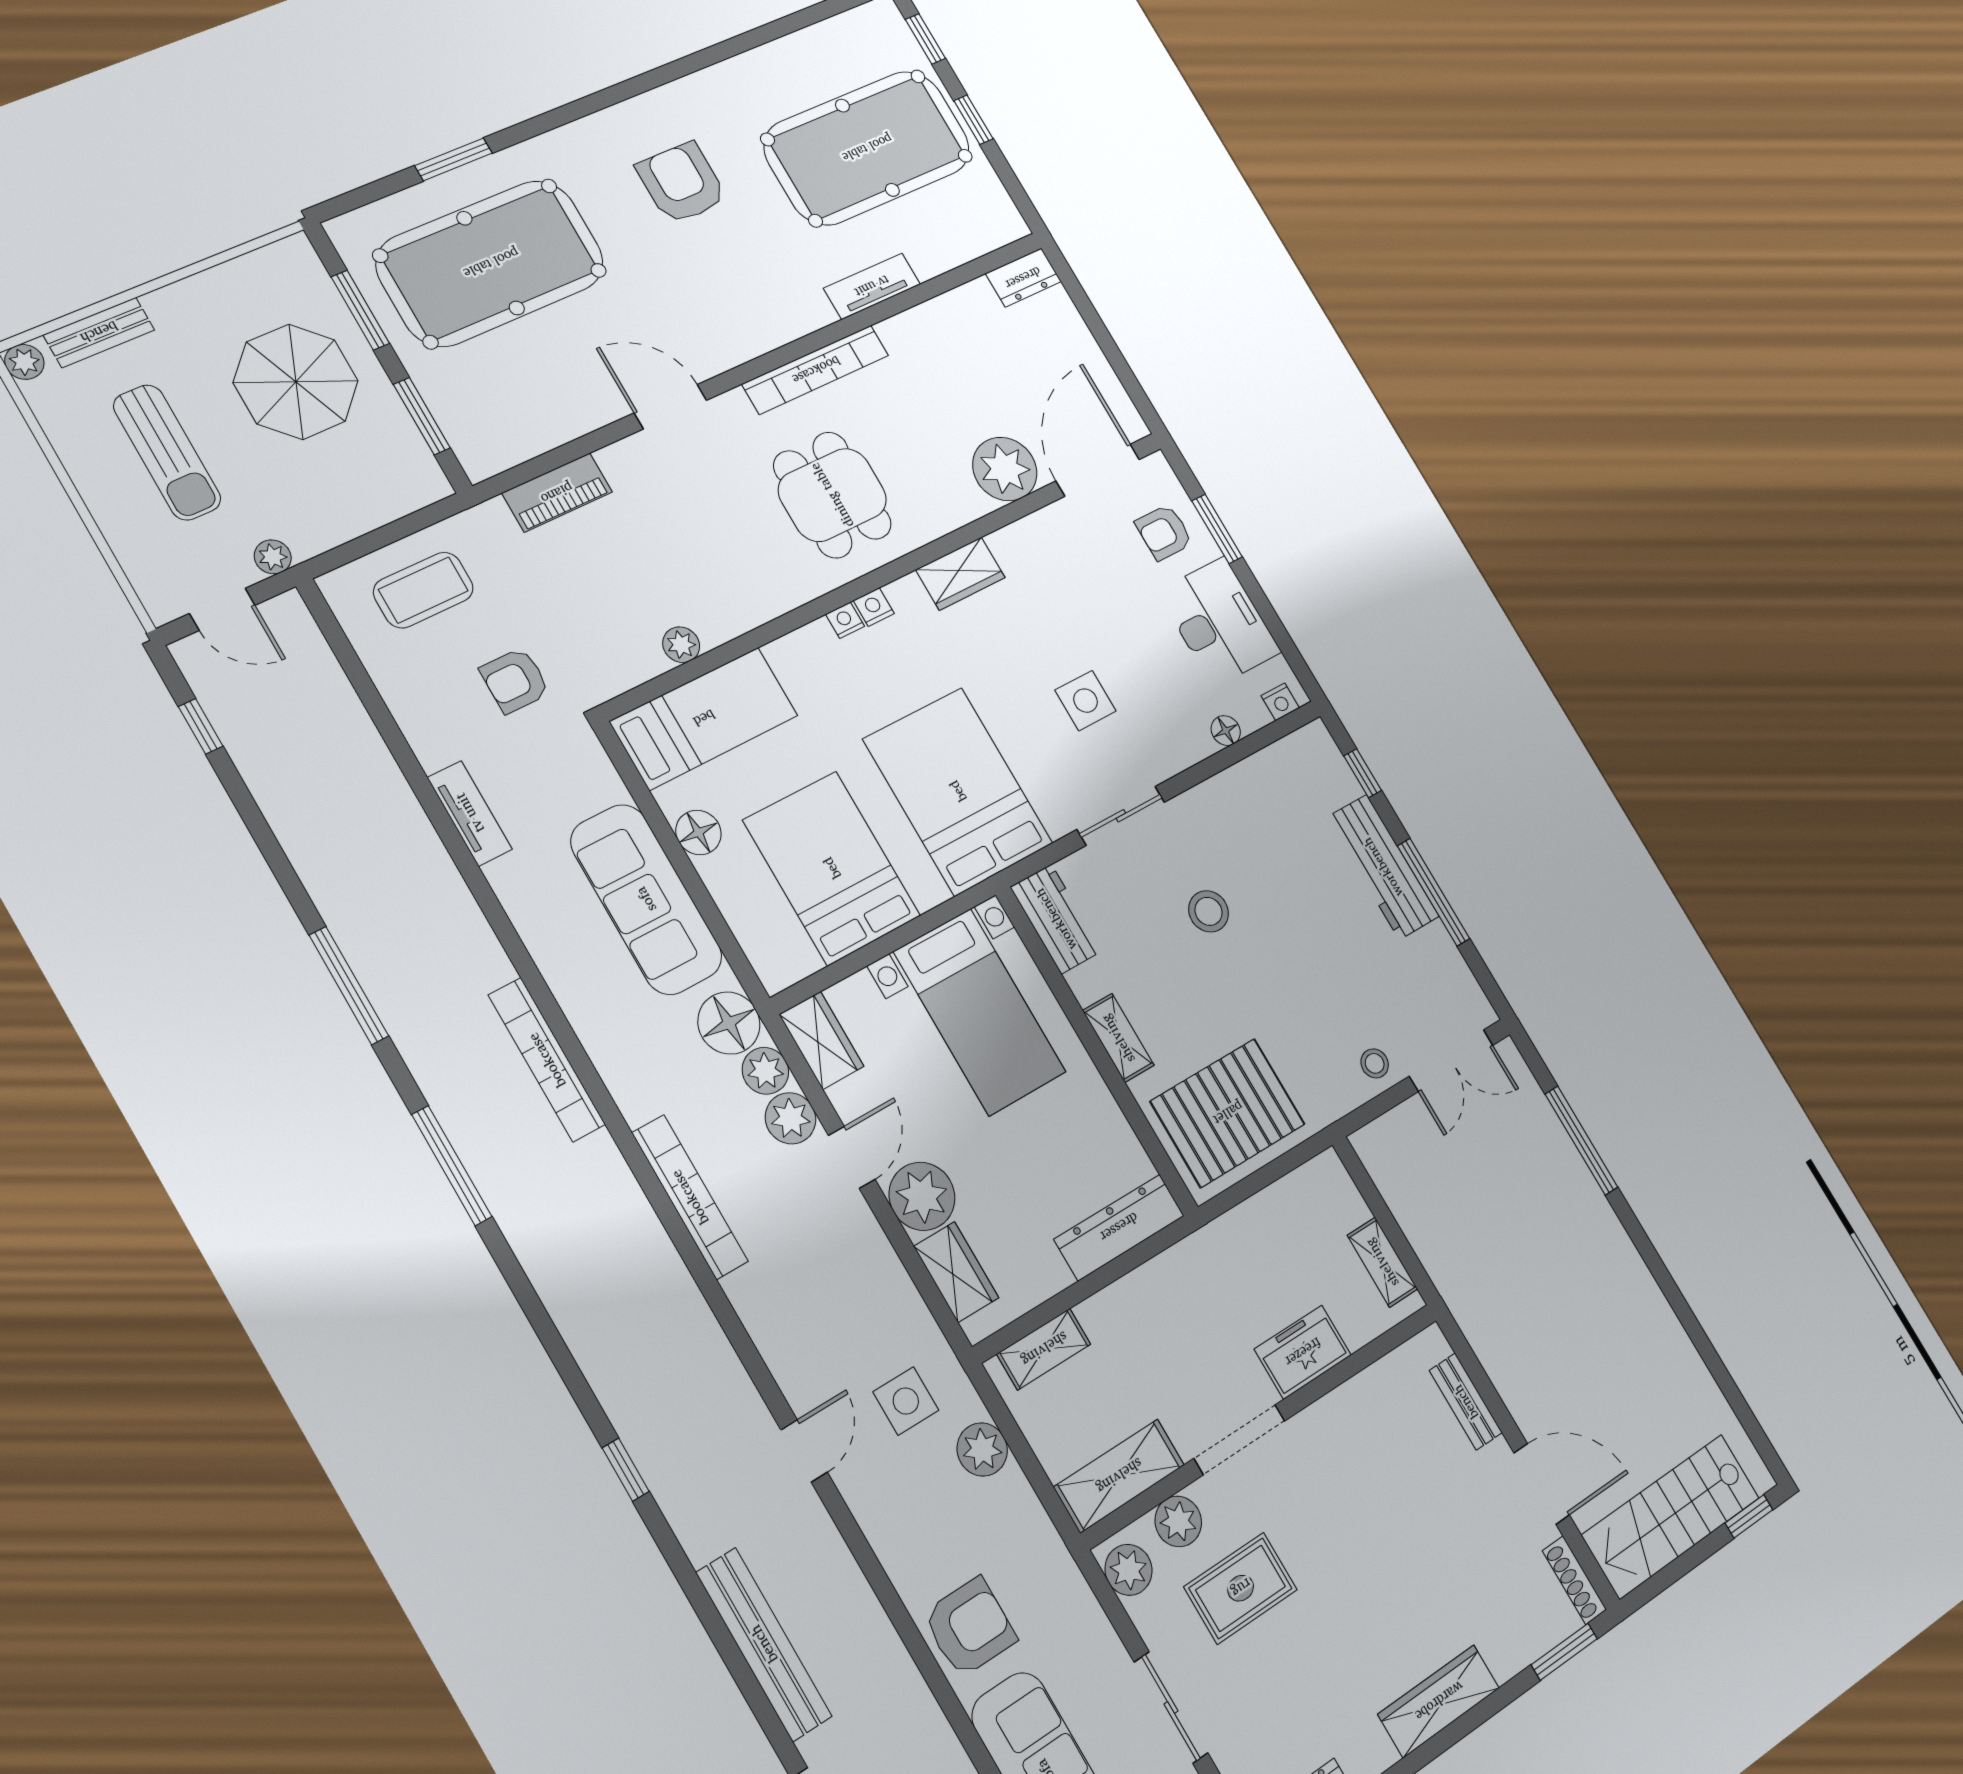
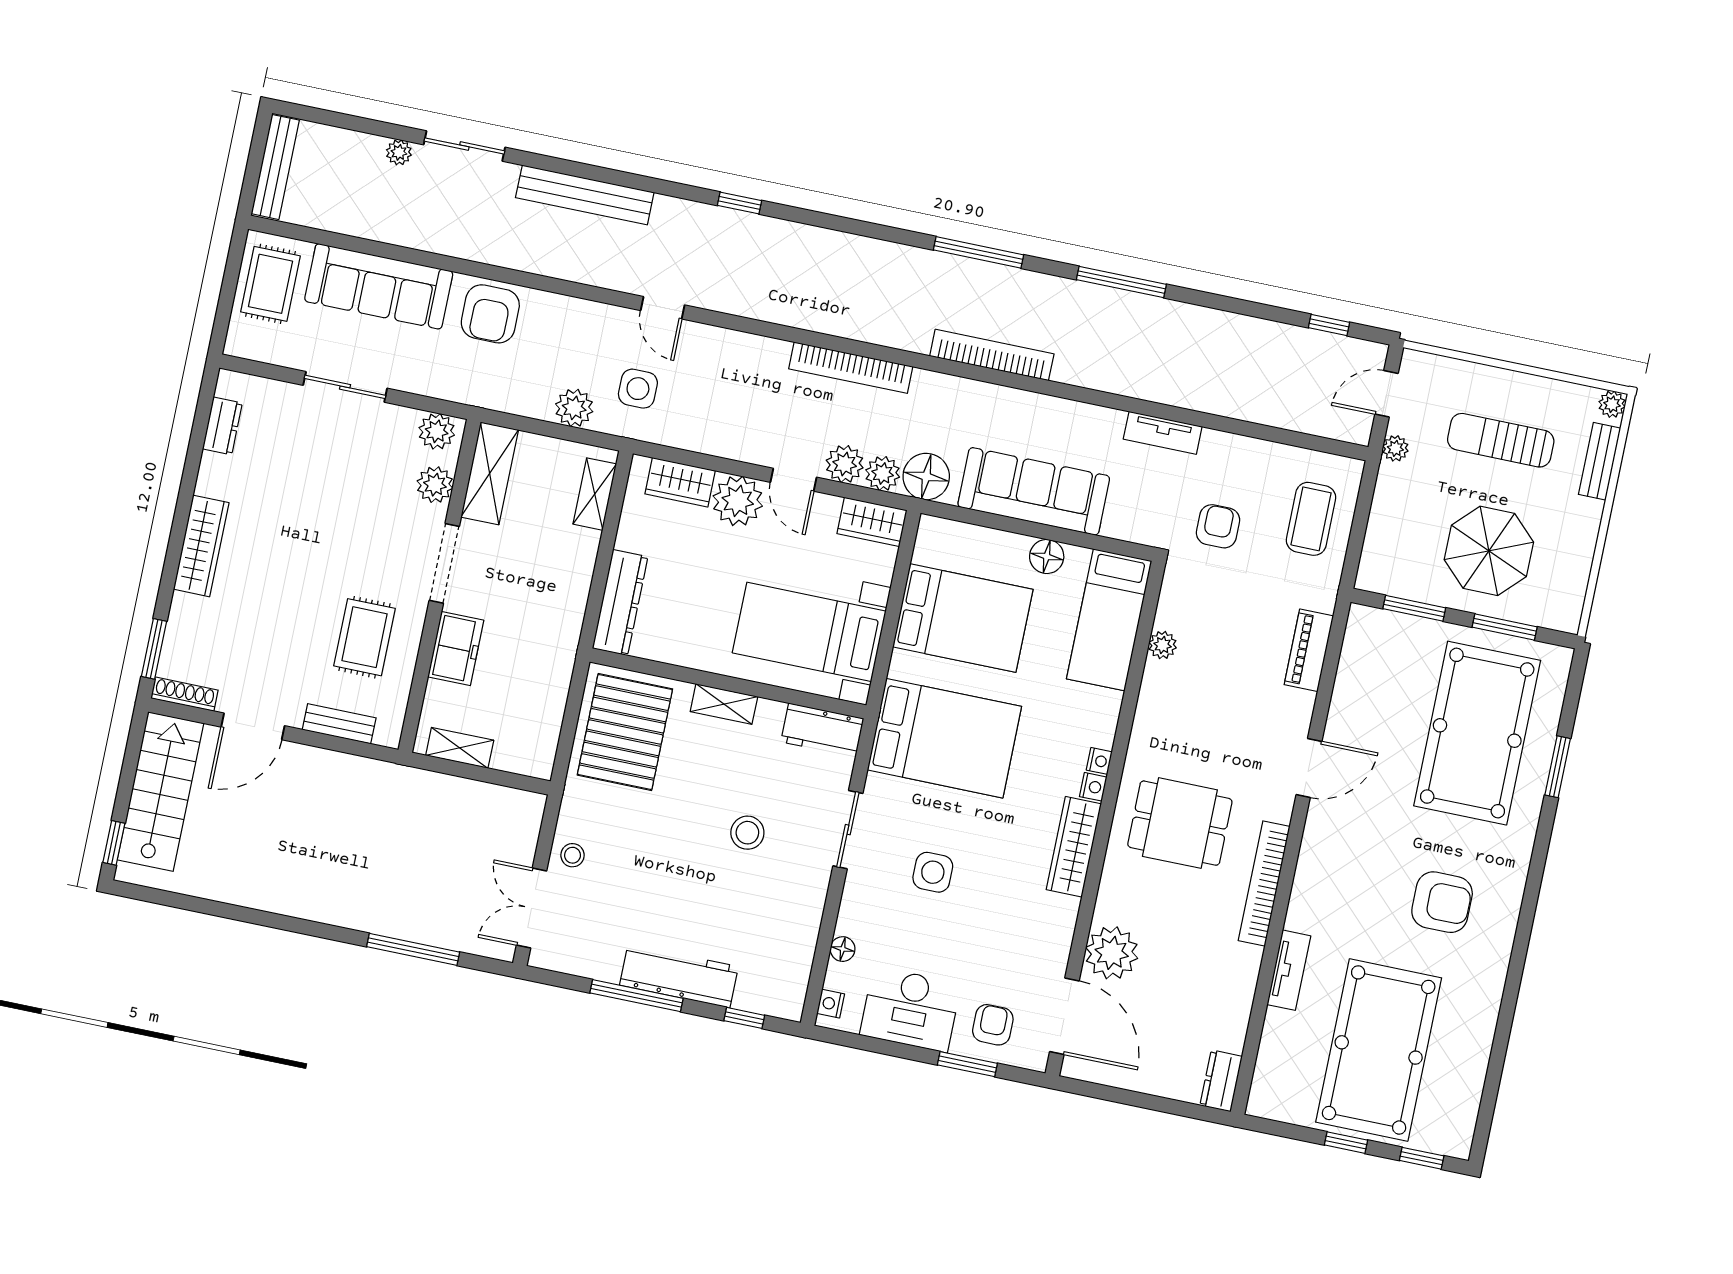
wardrobe: (960, 574) -> (1074, 847), width x1.50
rug: (1241, 1588) -> (365, 637), moved

